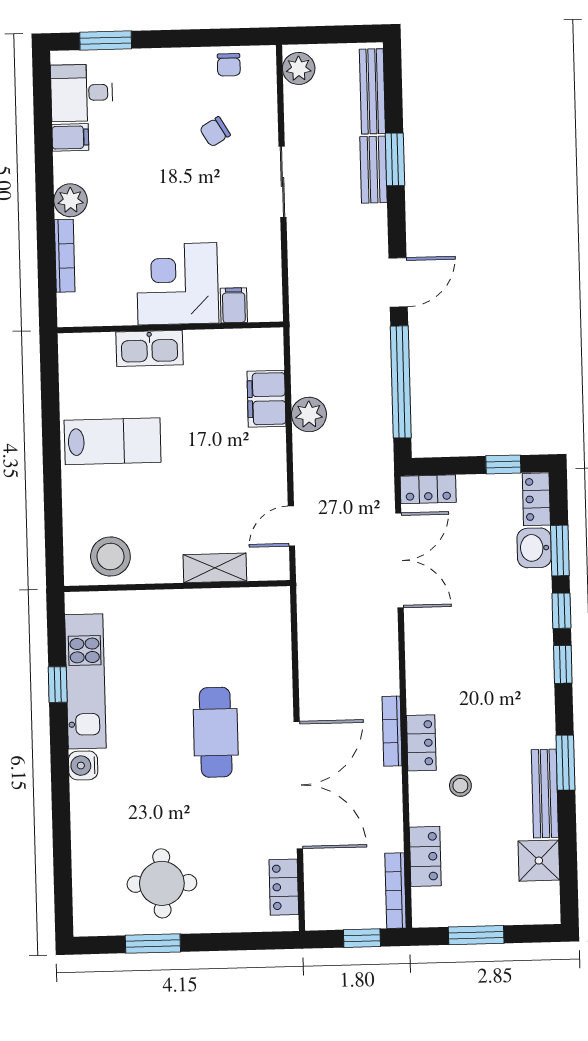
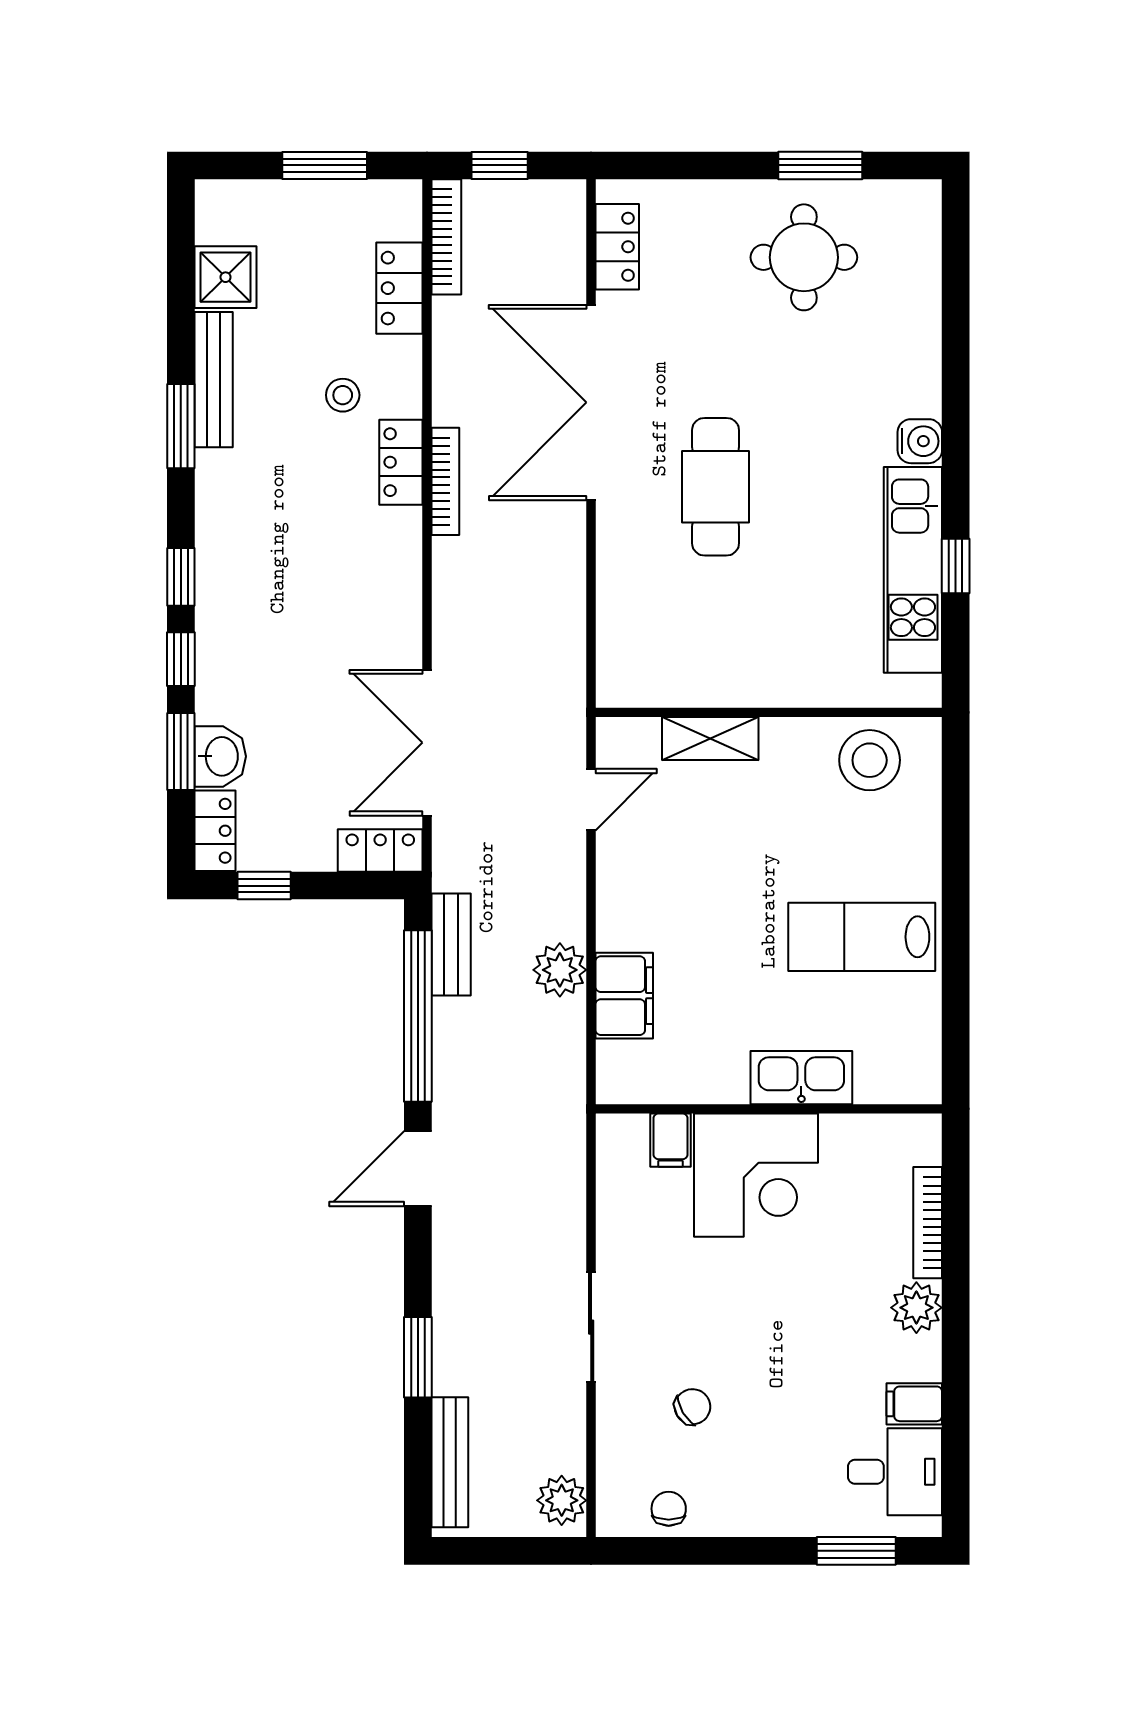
bench: (374, 170) -> (451, 944), moved

